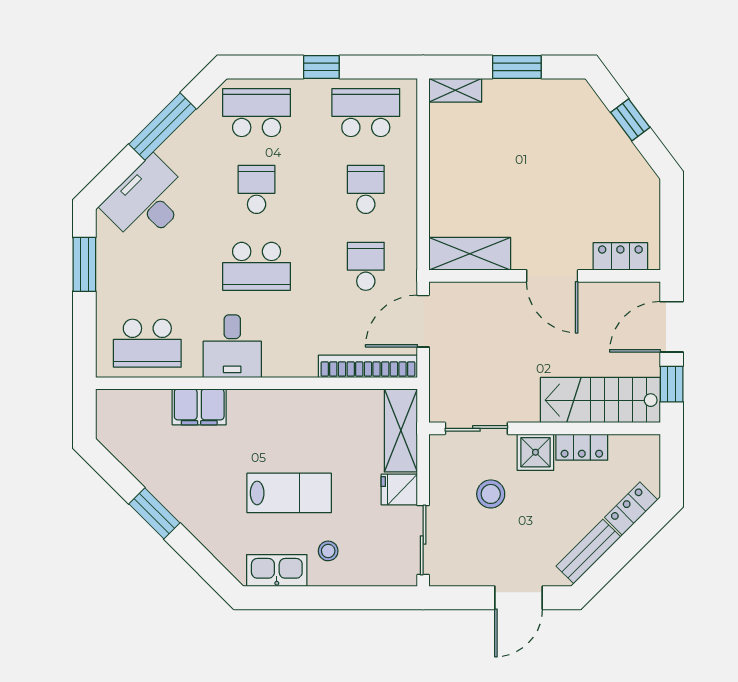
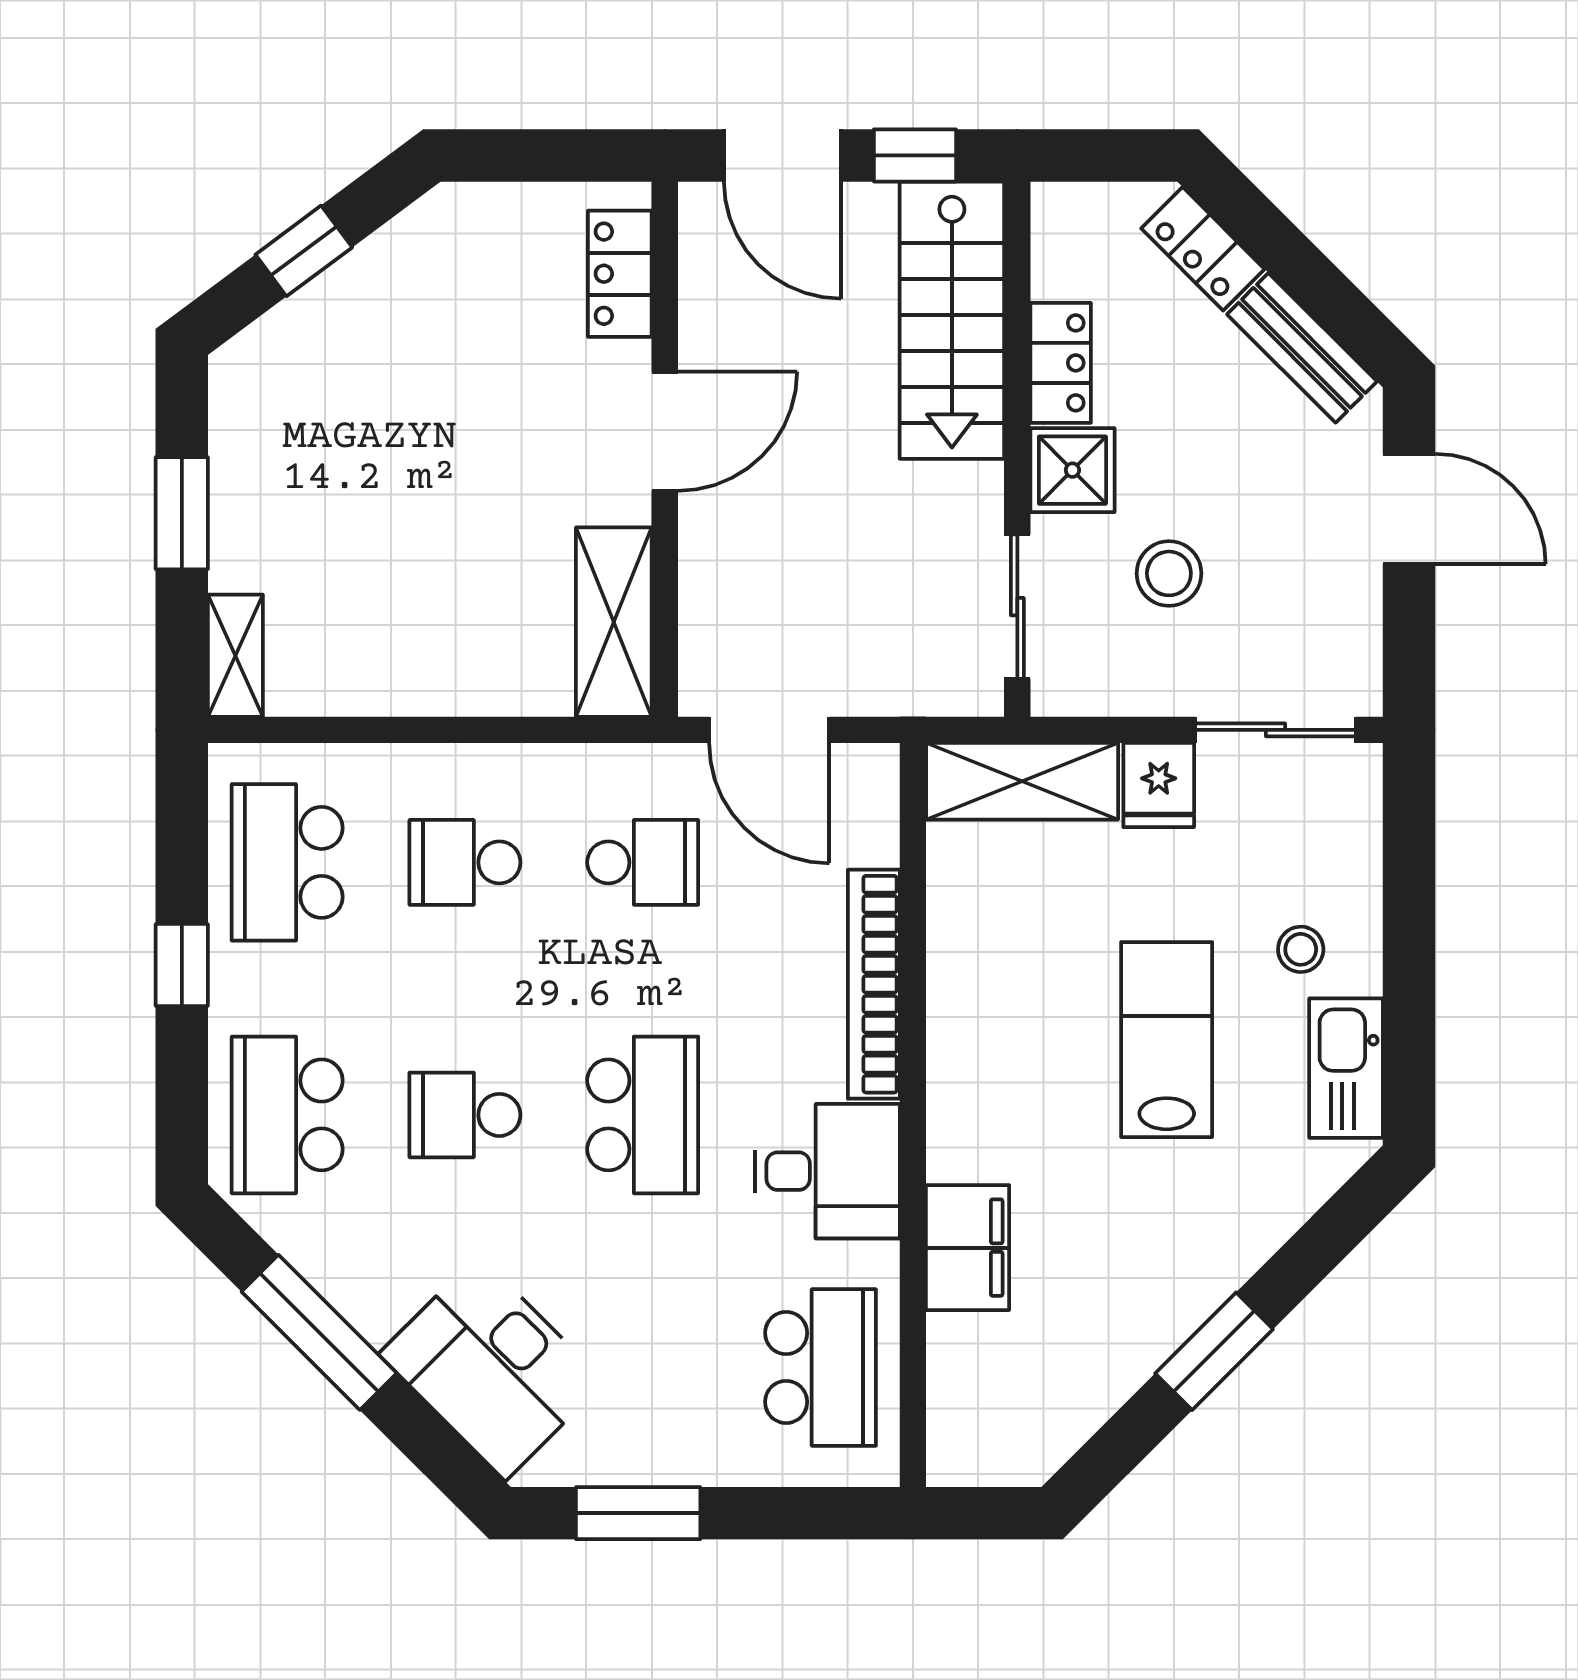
school desk: (366, 266) -> (643, 862), turned 180
bookcase: (368, 366) -> (874, 984), moved

